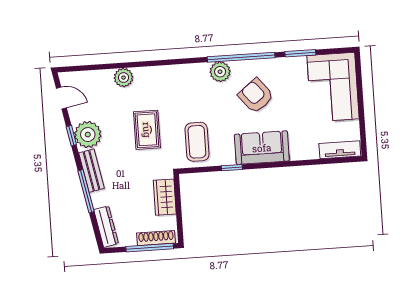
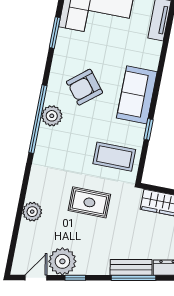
window: (241, 57) -> (38, 119), moved
plant: (88, 135) -> (62, 261), moved
bench: (91, 171) -> (131, 267), moved

